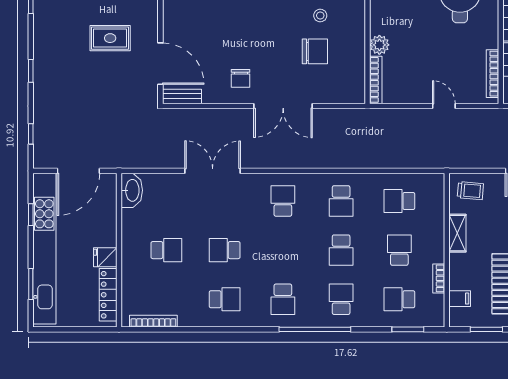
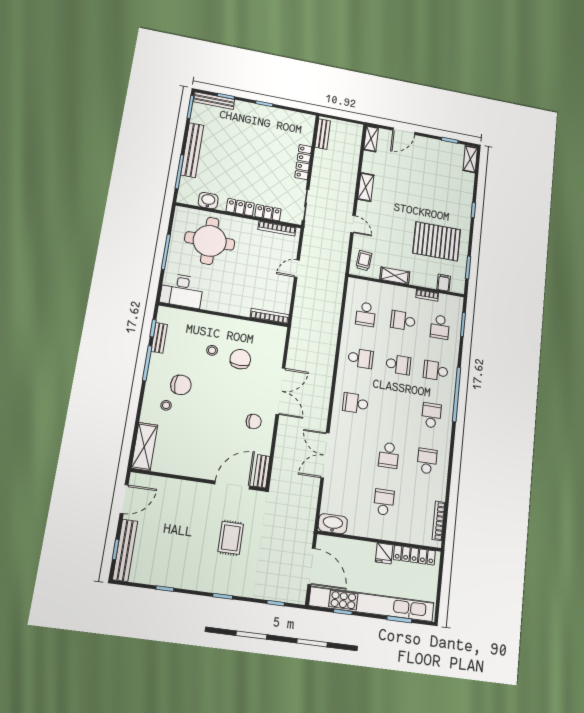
rug: (110, 38) -> (231, 538), moved
plant: (379, 45) -> (242, 309), removed
school desk: (283, 299) -> (431, 415), turned -90

